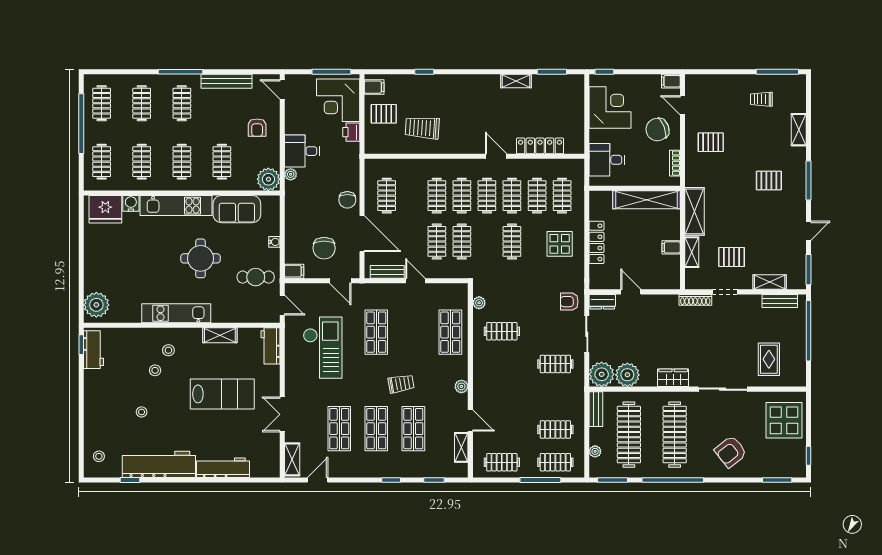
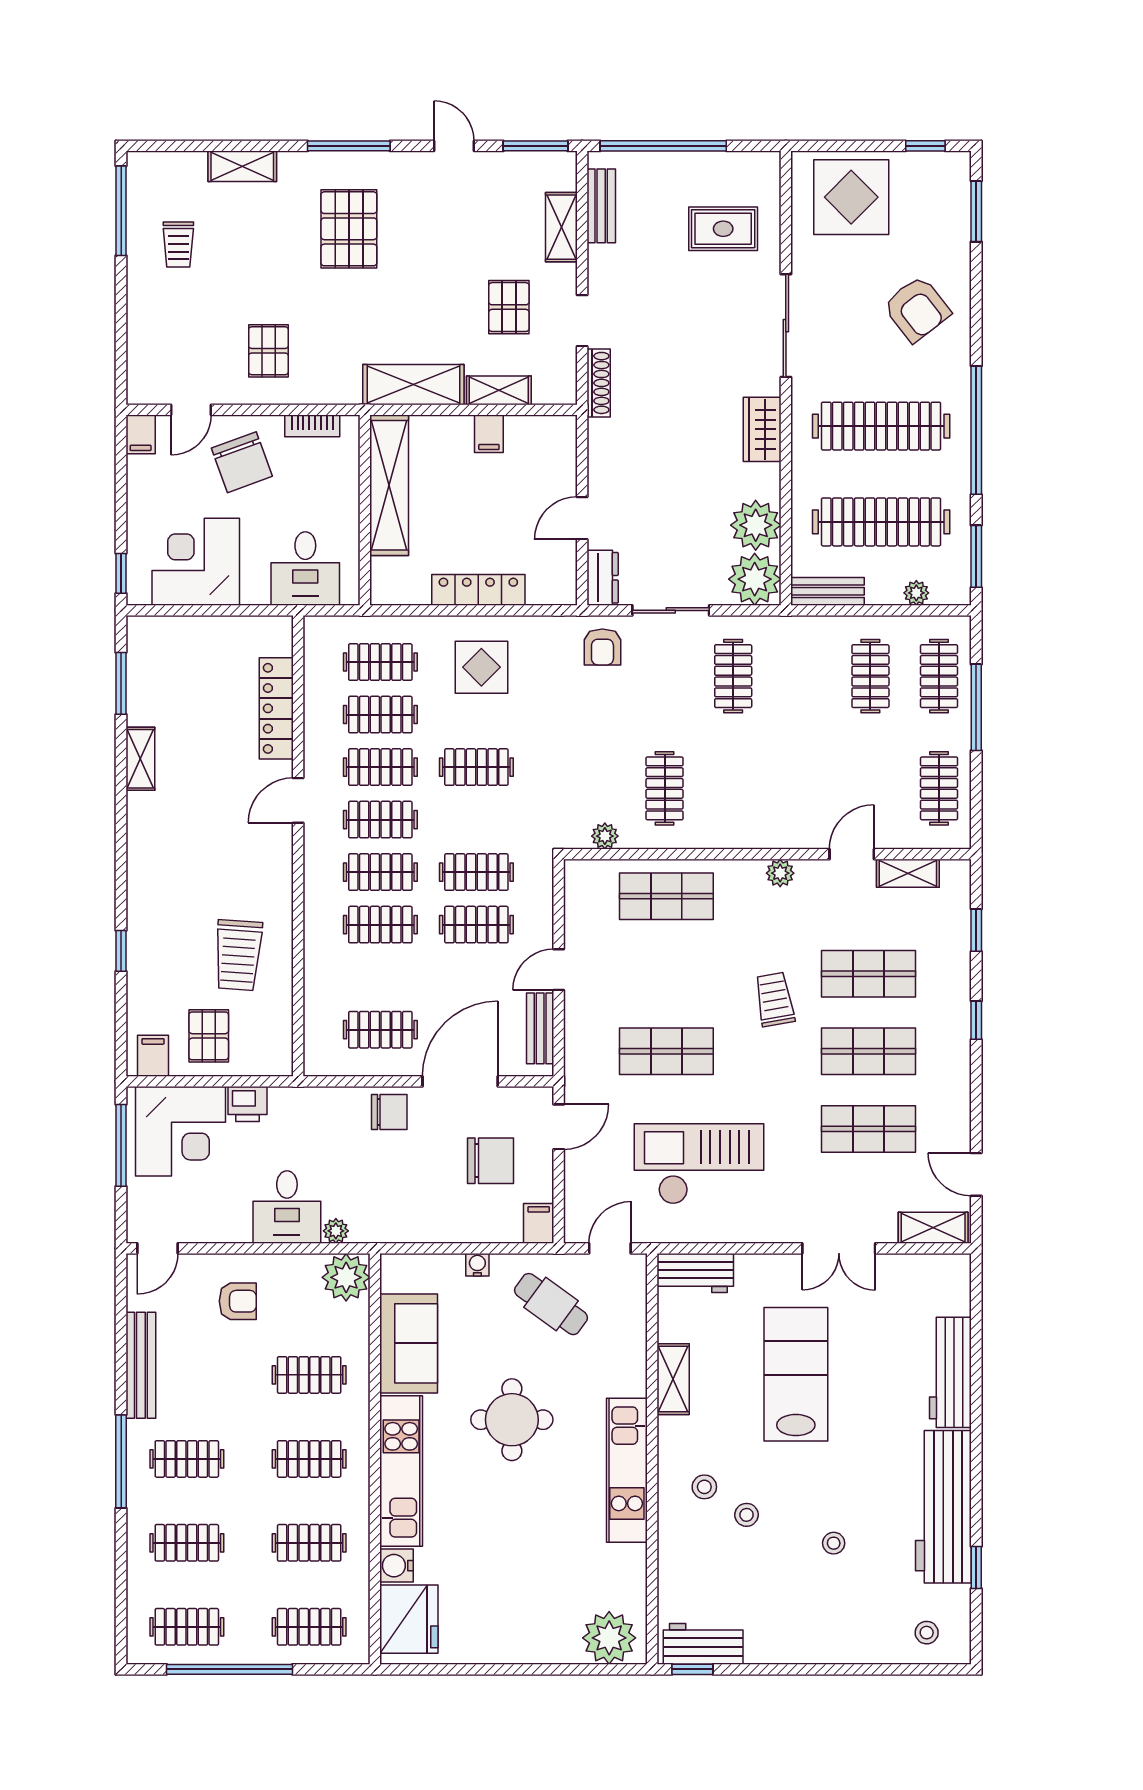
pallet: (769, 181) -> (349, 229), width x1.50, depth x1.42
cafe table: (256, 277) -> (551, 1304), turned -54

